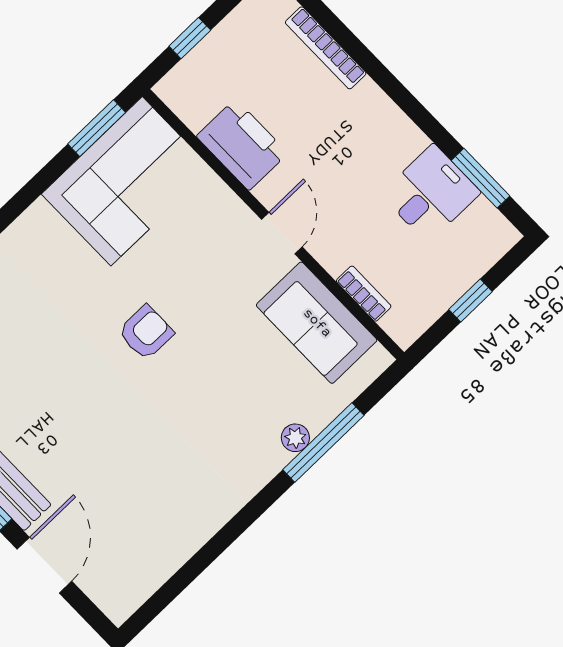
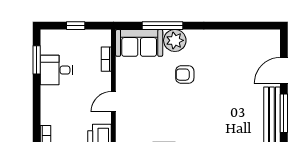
sofa: (317, 323) -> (139, 43), moved, turned 90
armchair: (146, 332) -> (185, 75), moved
plant: (295, 438) -> (175, 40), width x1.88, depth x1.88

